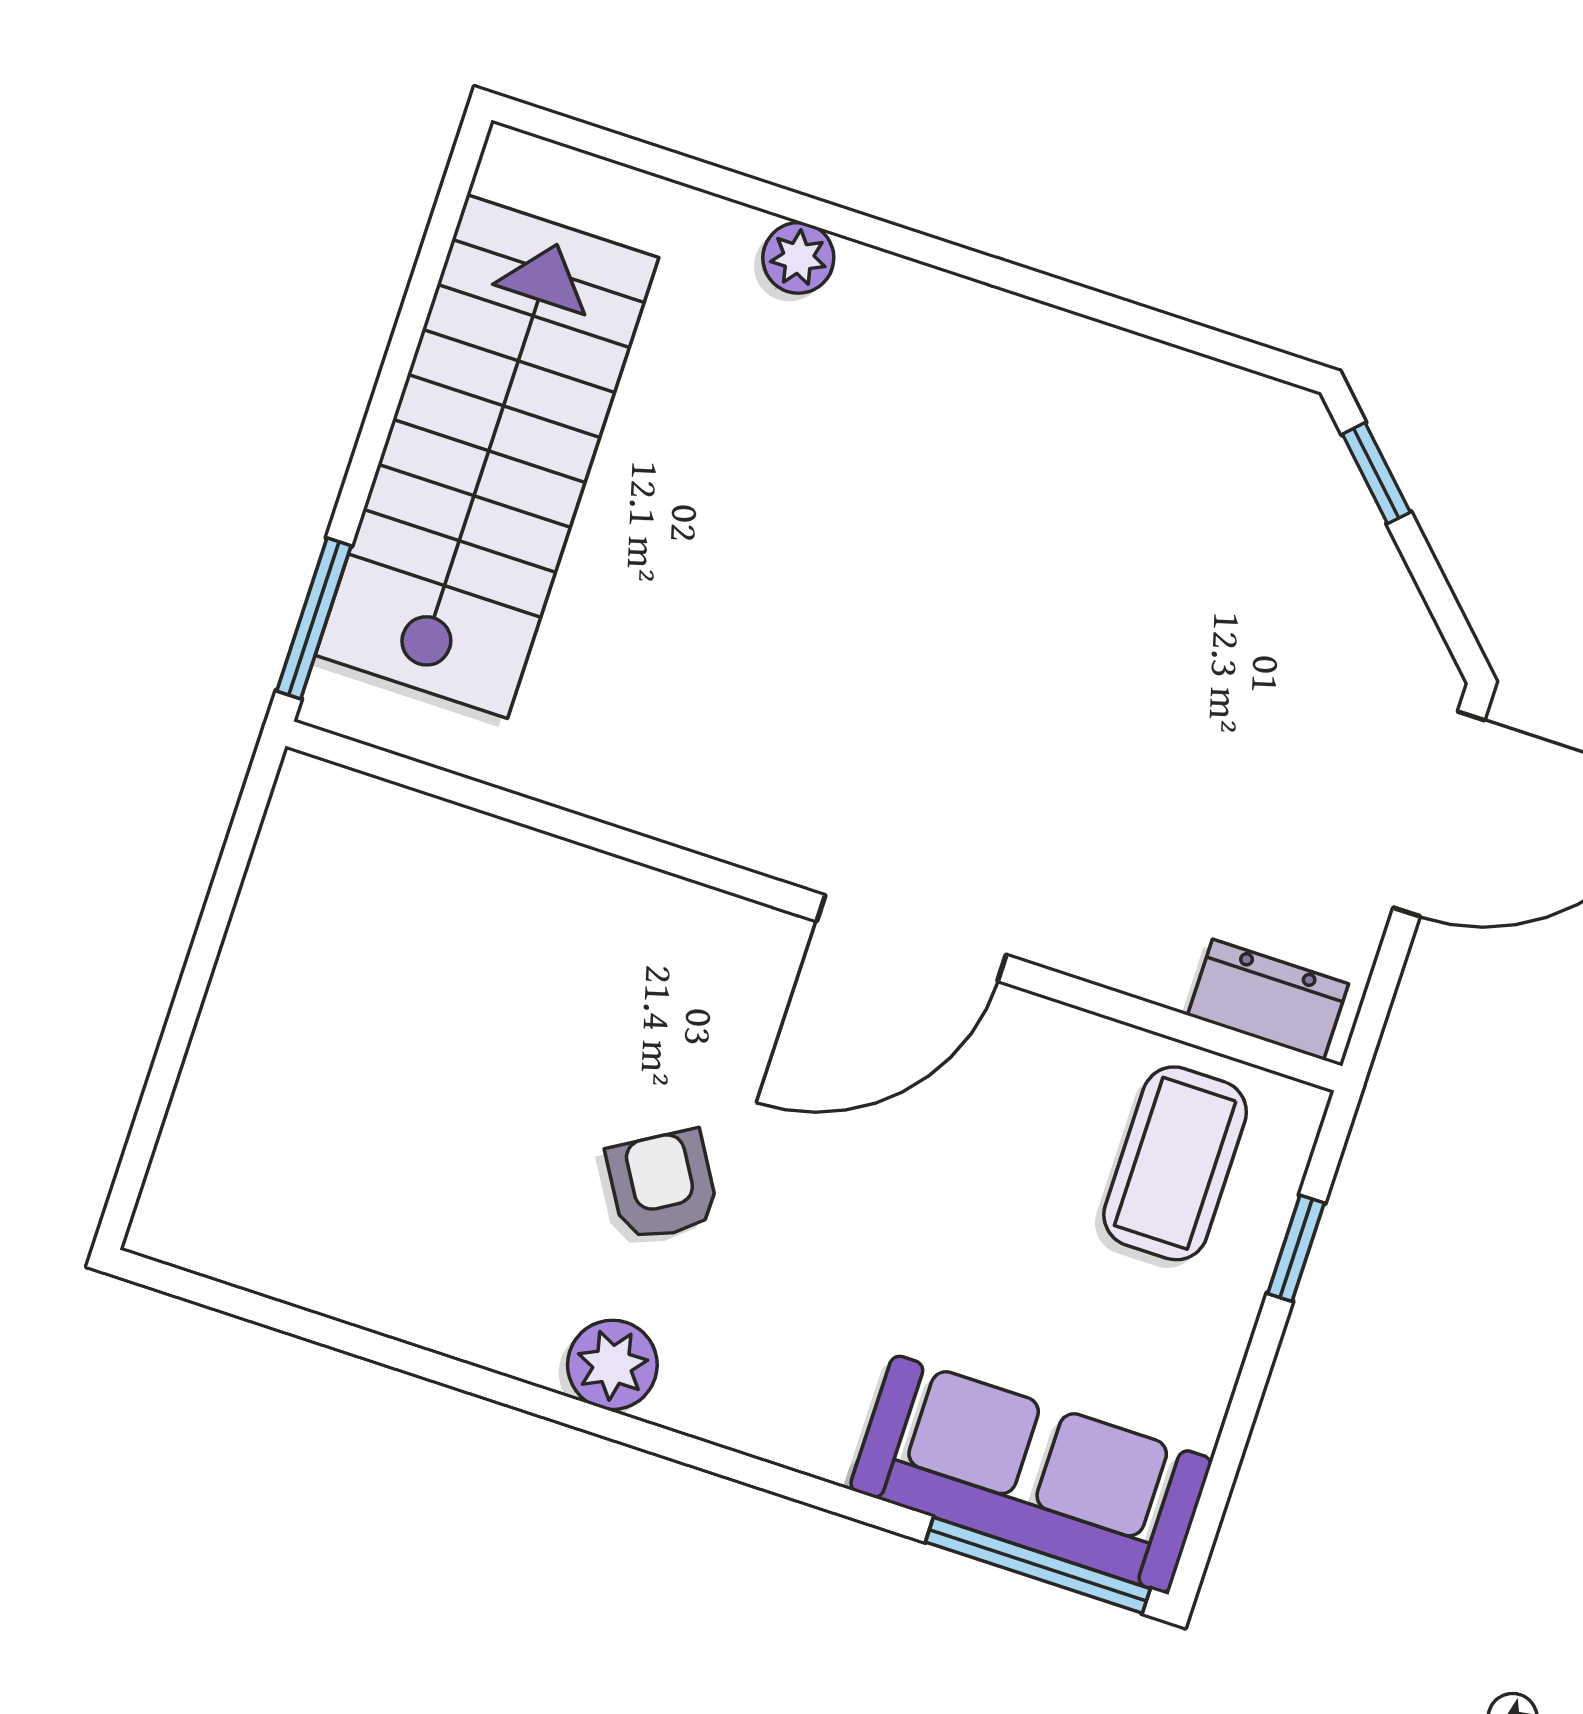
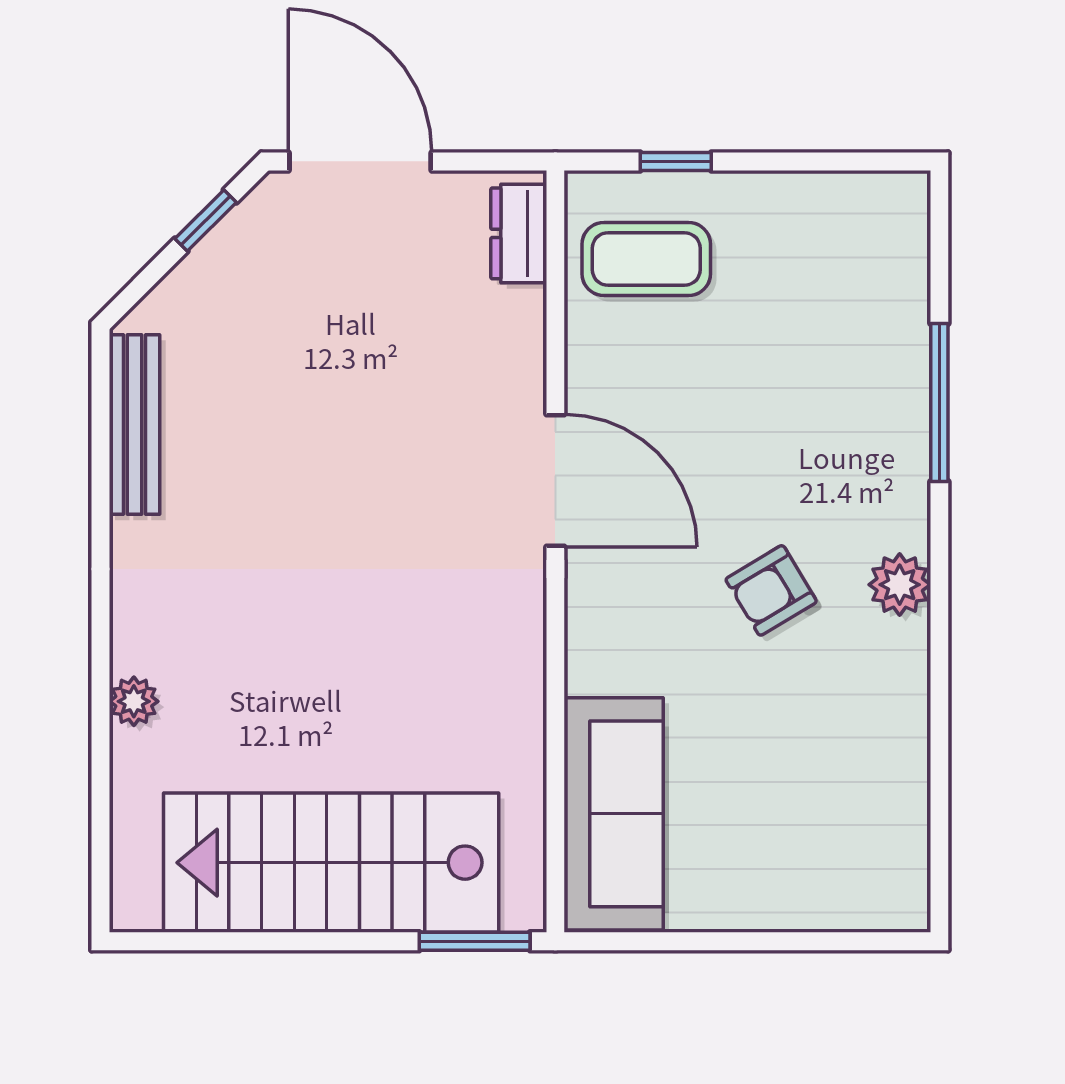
bench: (1179, 384) -> (134, 424), added
window: (1376, 473) -> (206, 221), moved
sofa: (1031, 1474) -> (614, 814), moved, turned 180
window: (1038, 1565) -> (939, 403), moved

